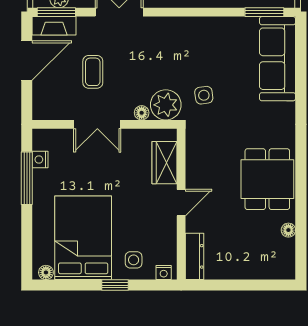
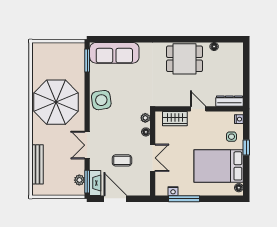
side table: (204, 95) -> (101, 100), moved, width x1.87, depth x1.87
plant: (166, 105) -> (145, 118), width x0.53, depth x0.53

